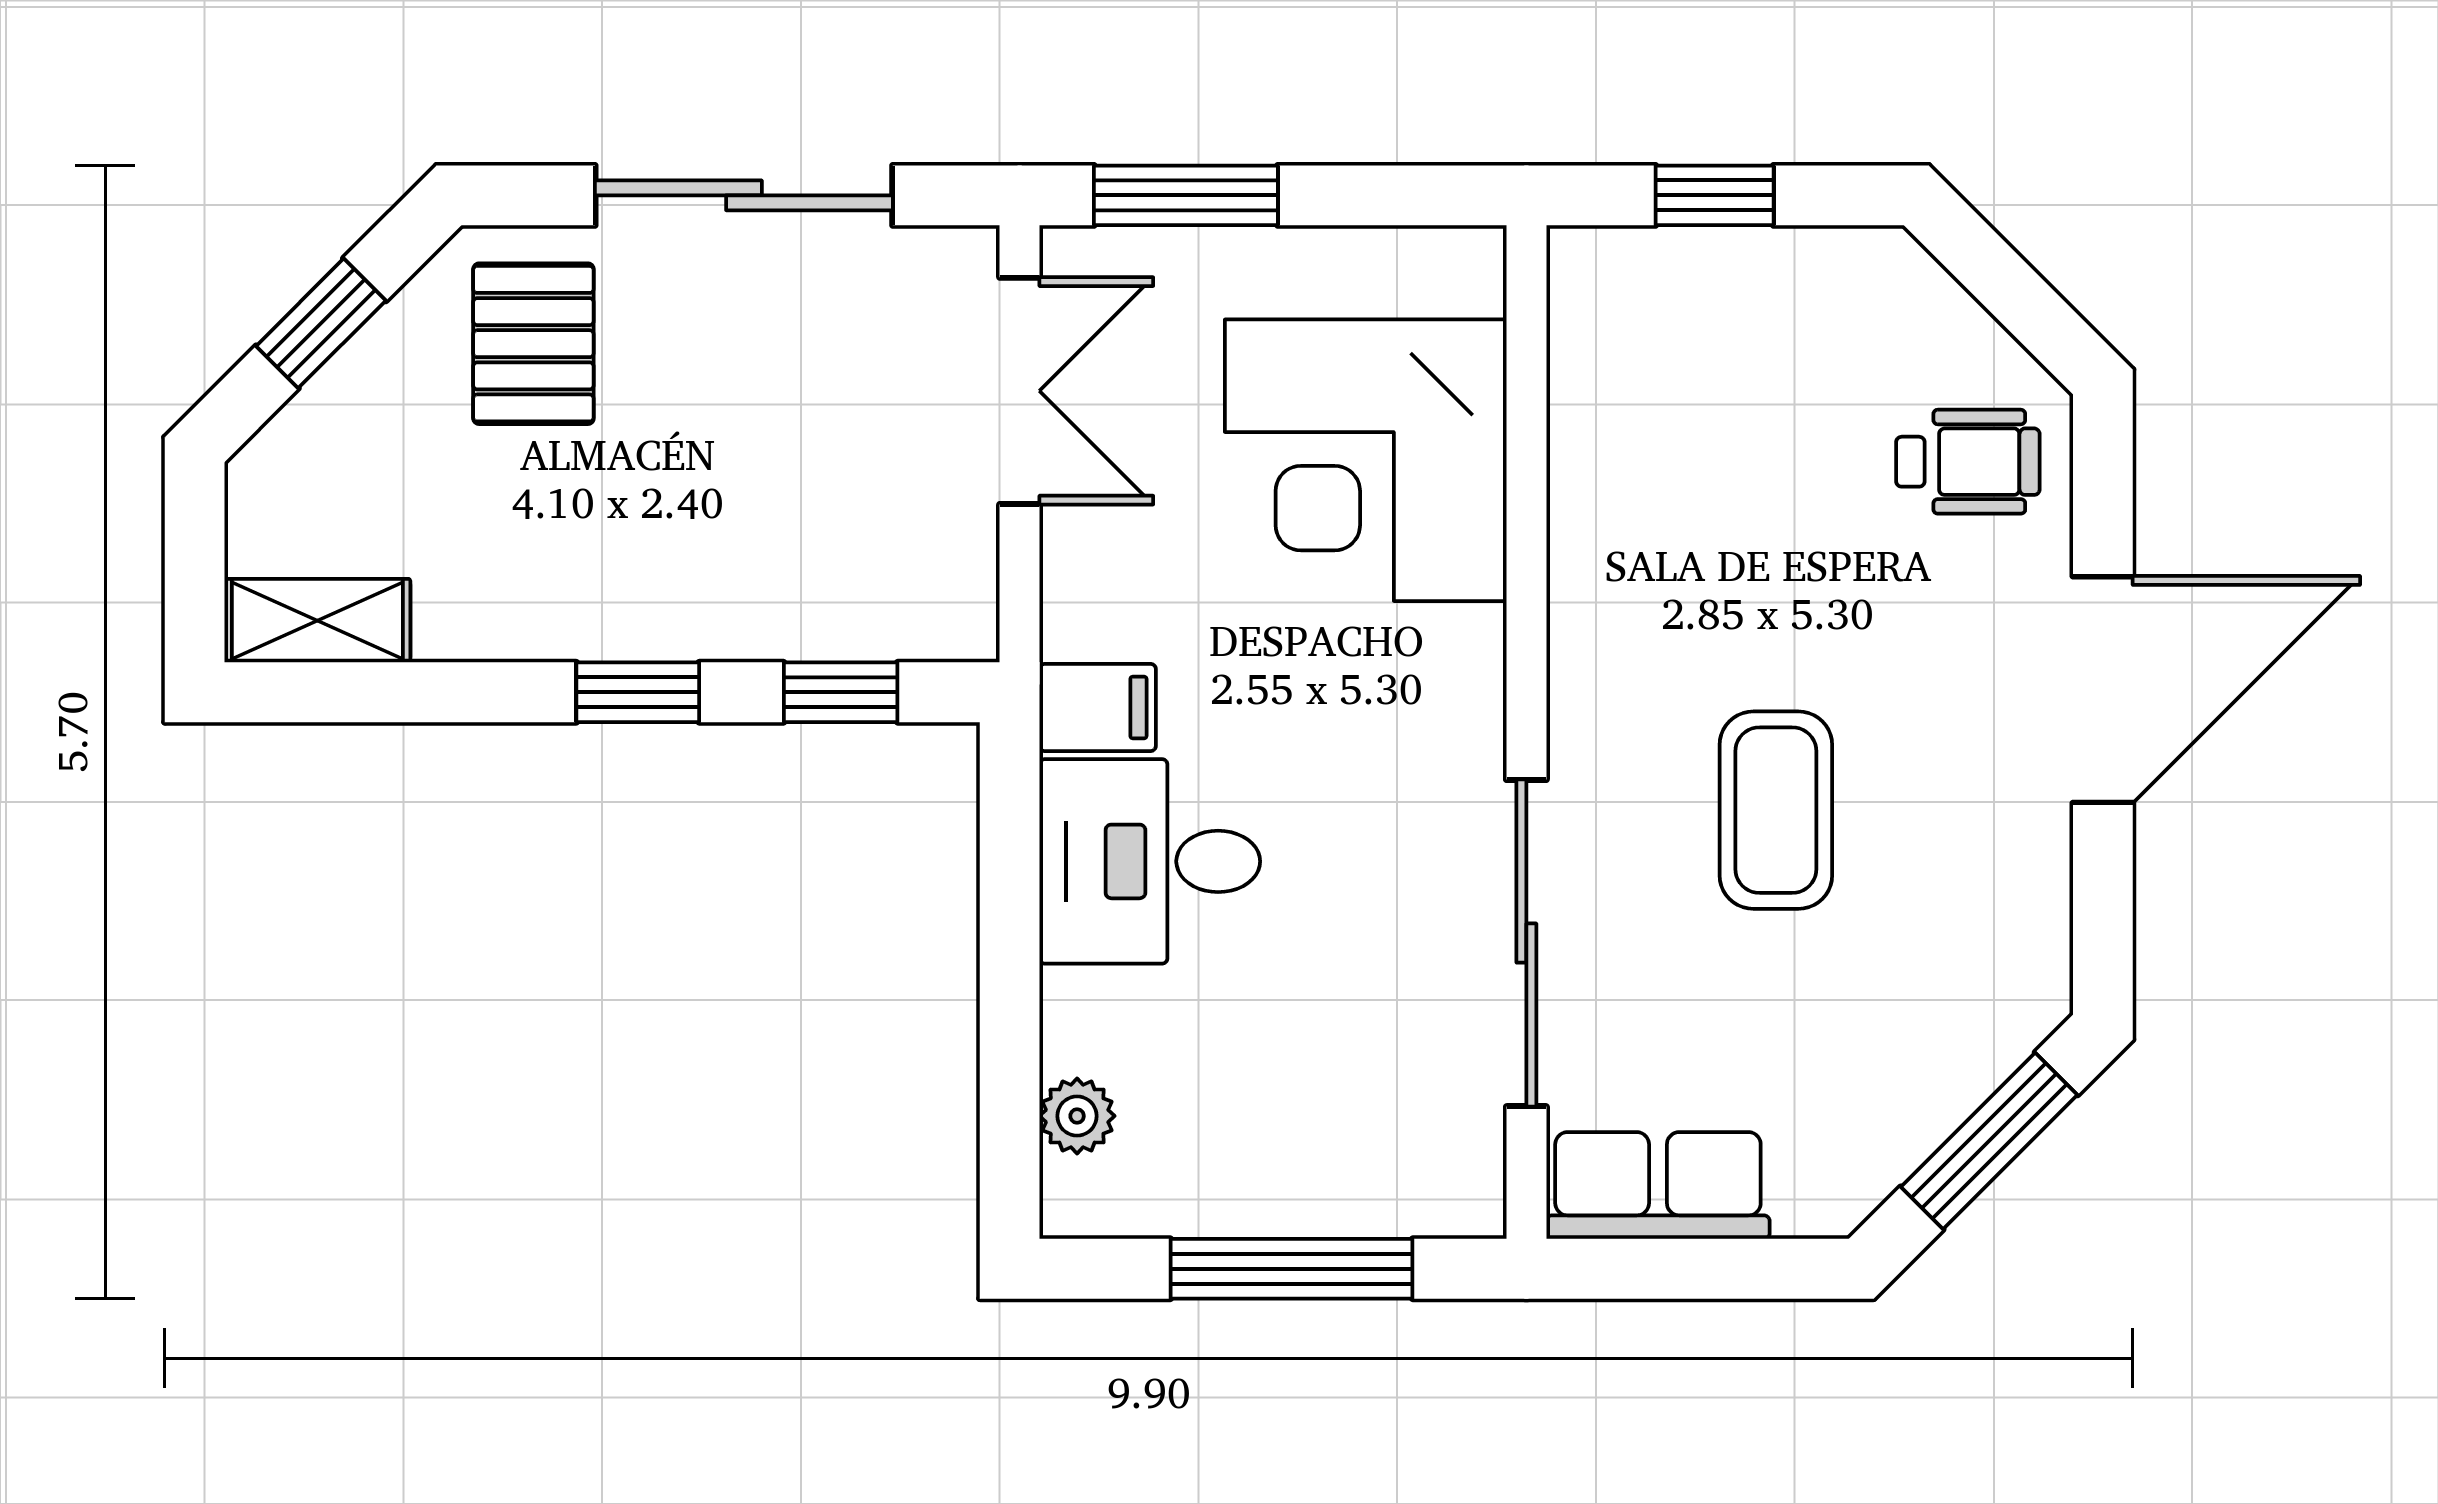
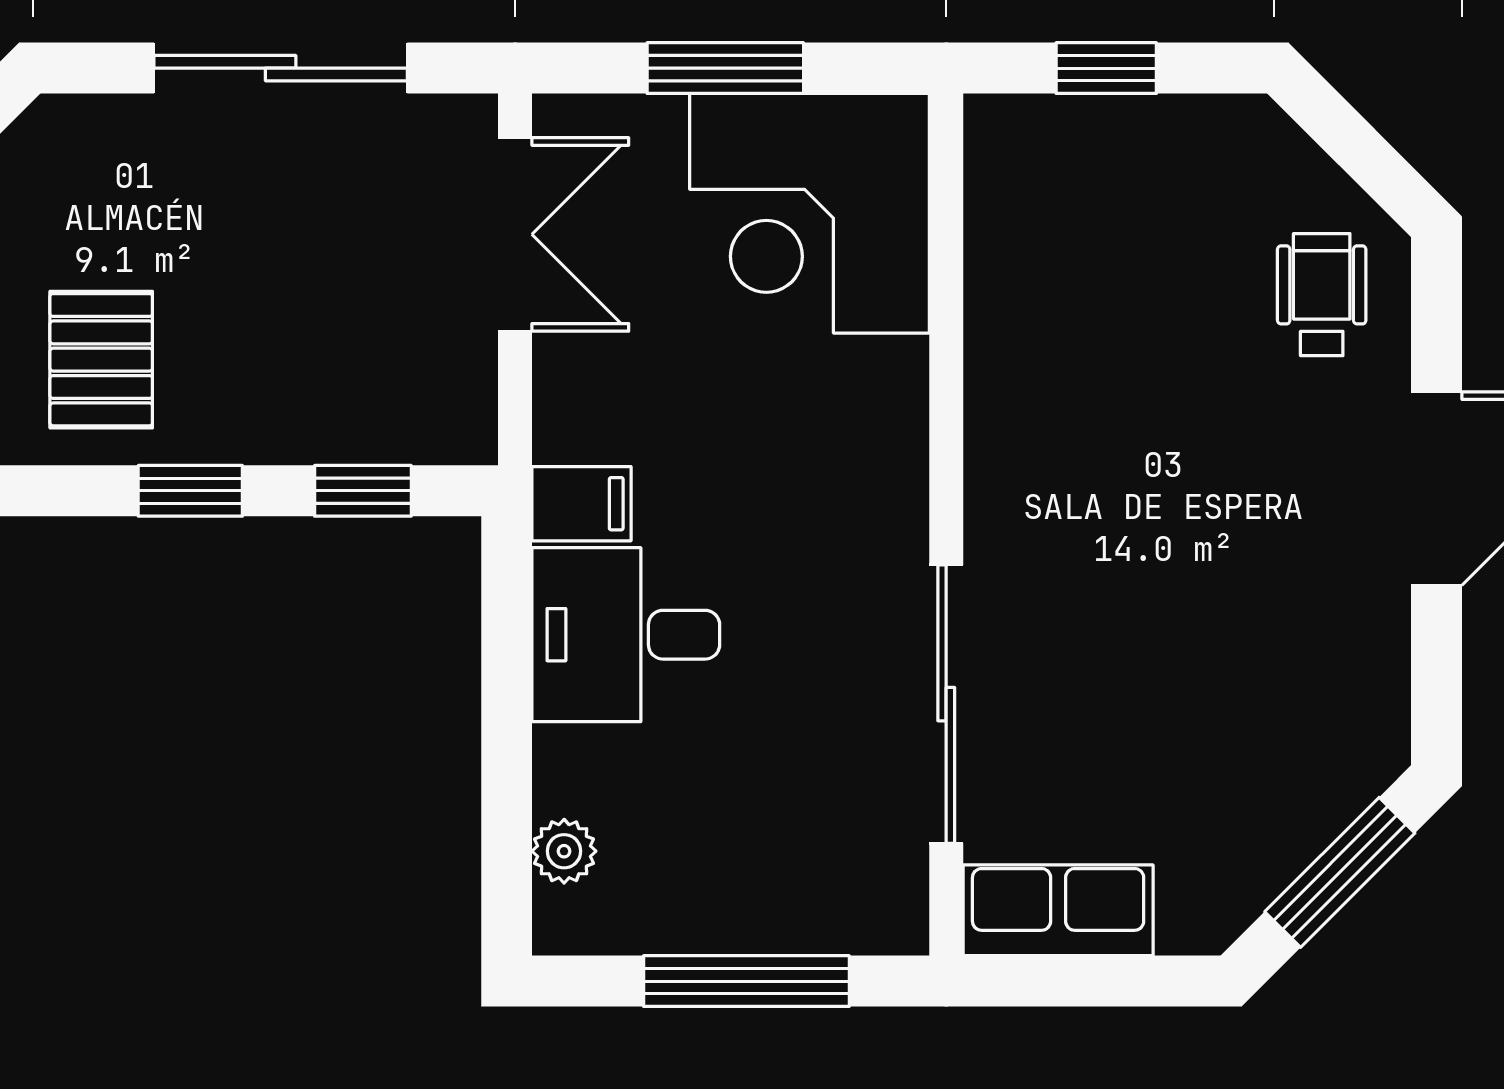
window: (1186, 195) -> (725, 68), moved
pallet: (533, 344) -> (101, 360), moved
corner desk: (1366, 460) -> (809, 213), moved
wheelchair: (1968, 462) -> (1322, 295), turned -90
coffee table: (1776, 810) -> (1158, 591), removed

